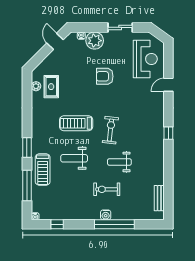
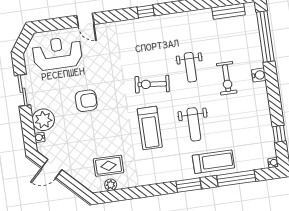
armchair: (105, 76) -> (86, 101), turned -90
window: (114, 224) -> (265, 37), moved

